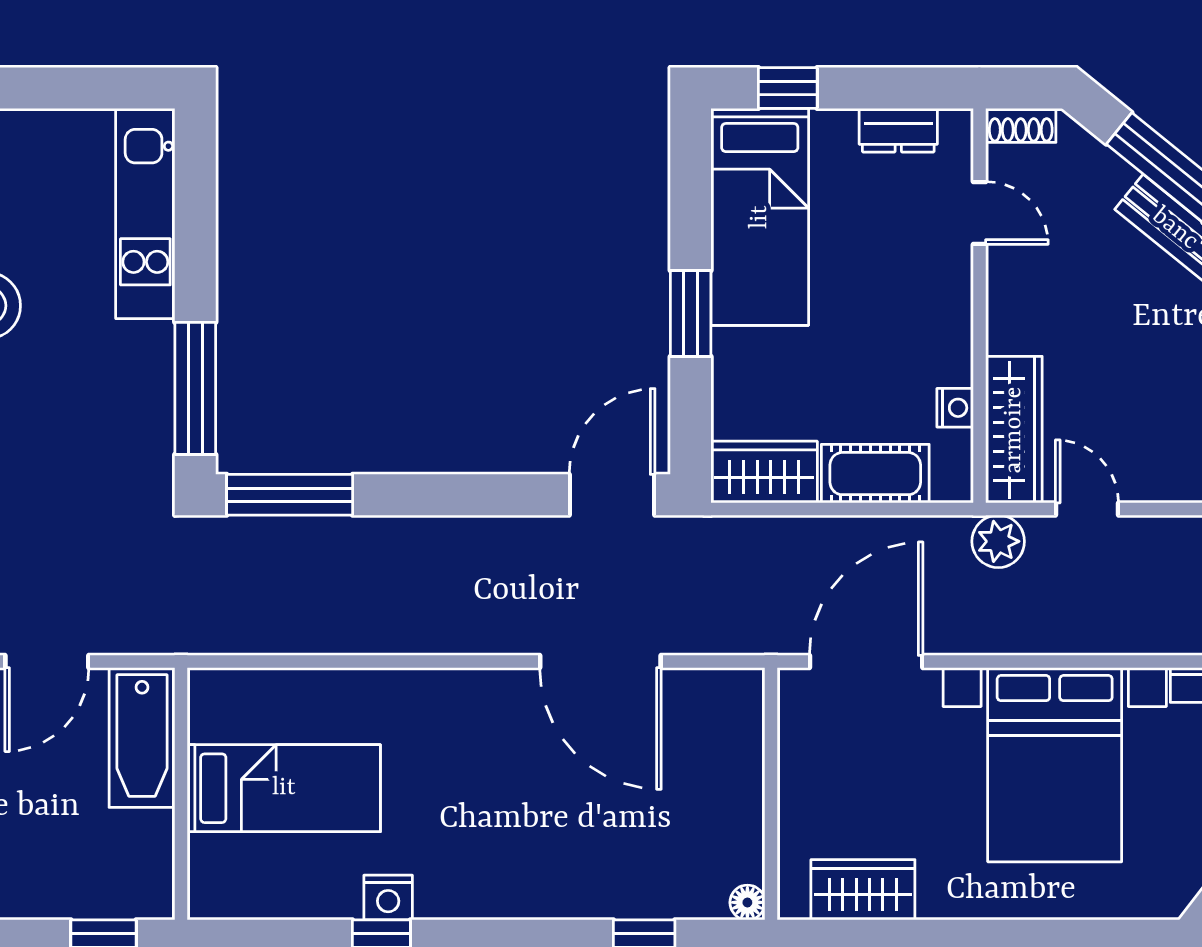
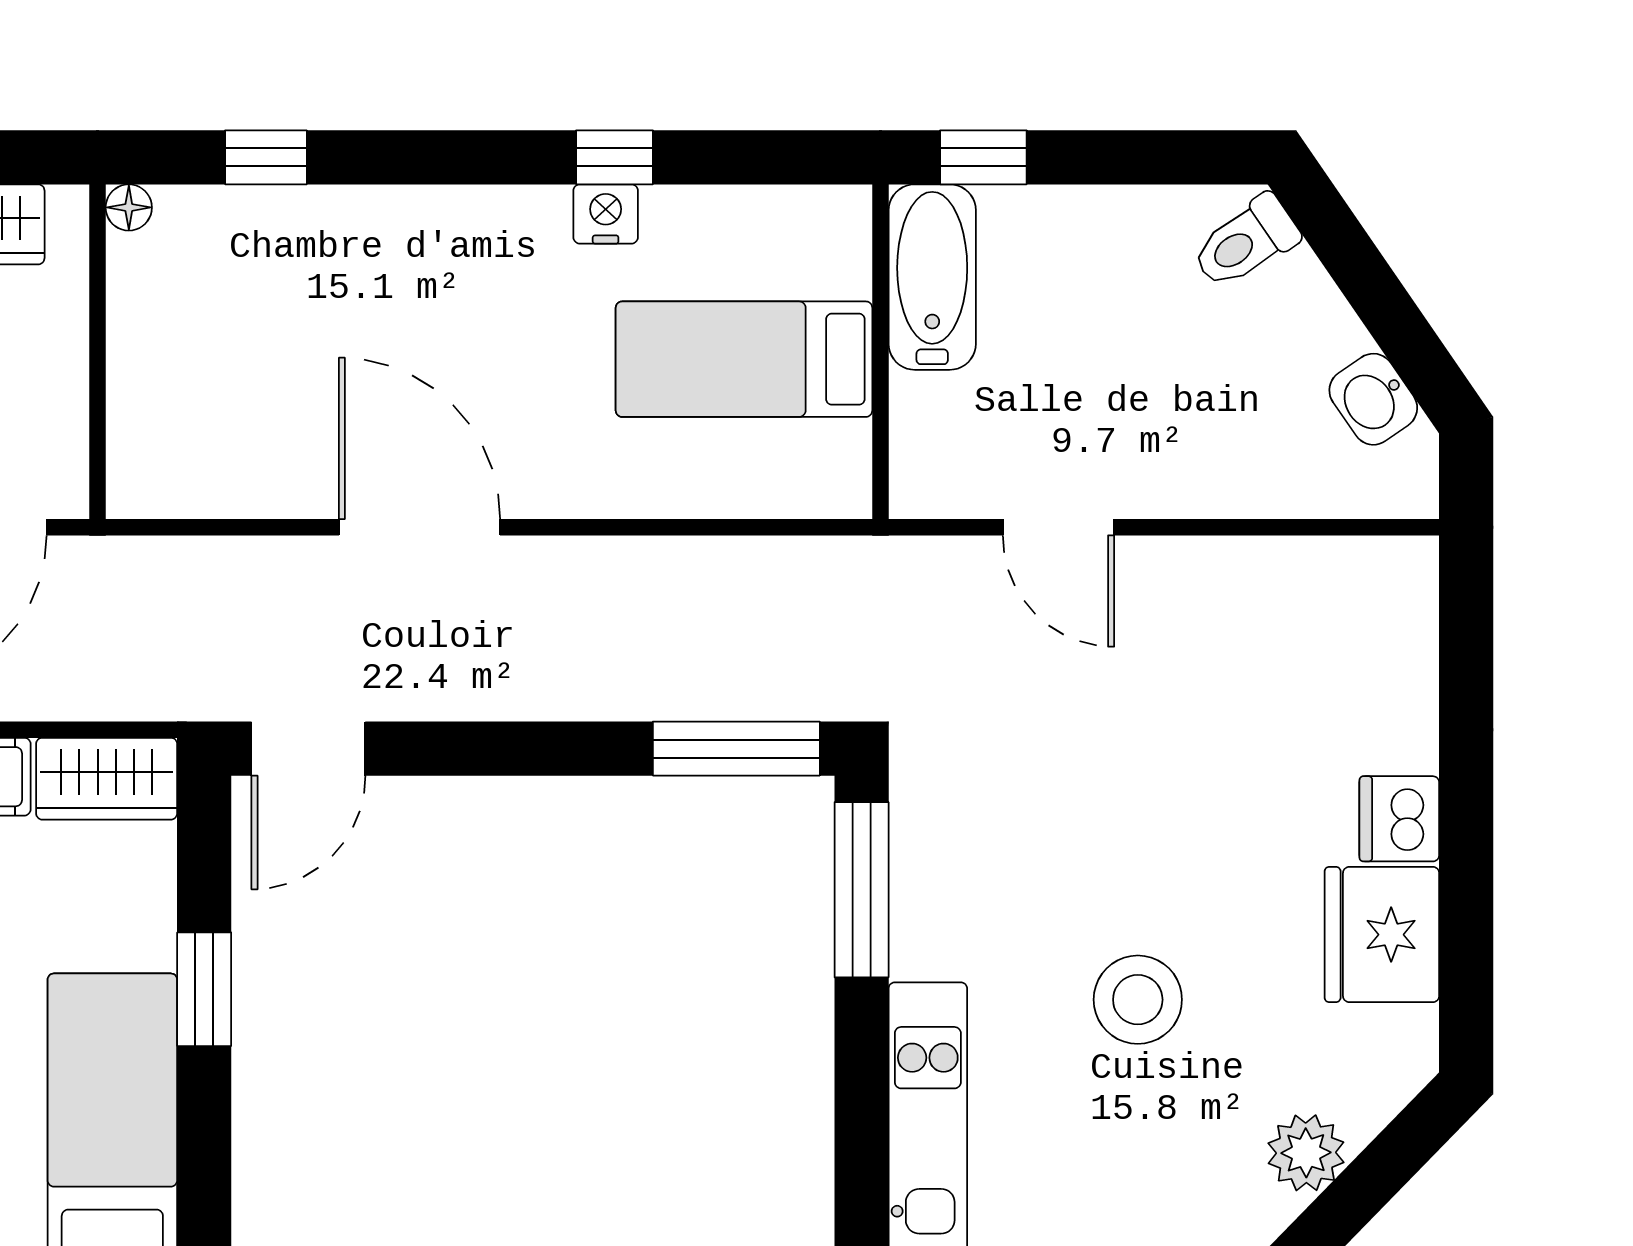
door: (47, 662) -> (1058, 527), swing flipped
door: (600, 662) -> (420, 527), moved
bathtub: (142, 738) -> (932, 277), moved

